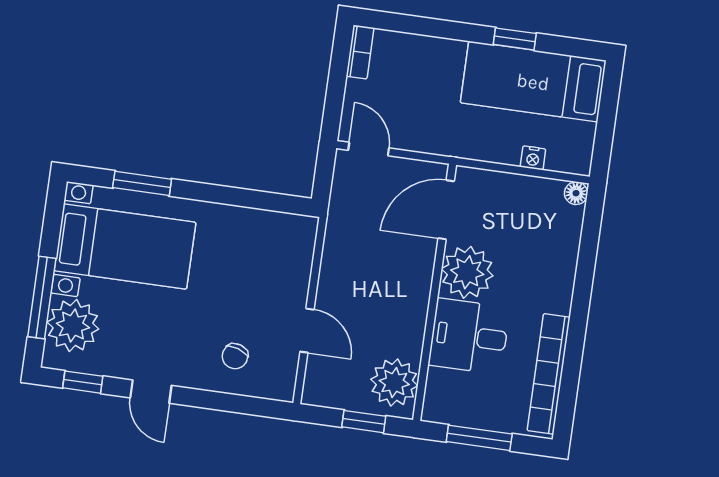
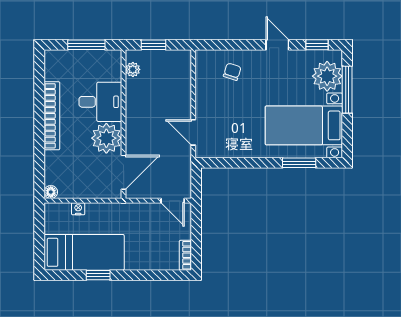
door: (307, 331) -> (193, 132), moved
bookcase: (549, 374) -> (52, 116), moved
plant: (394, 382) -> (133, 69), width x0.53, depth x0.53

